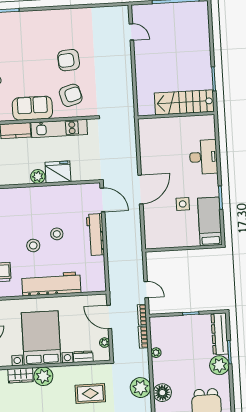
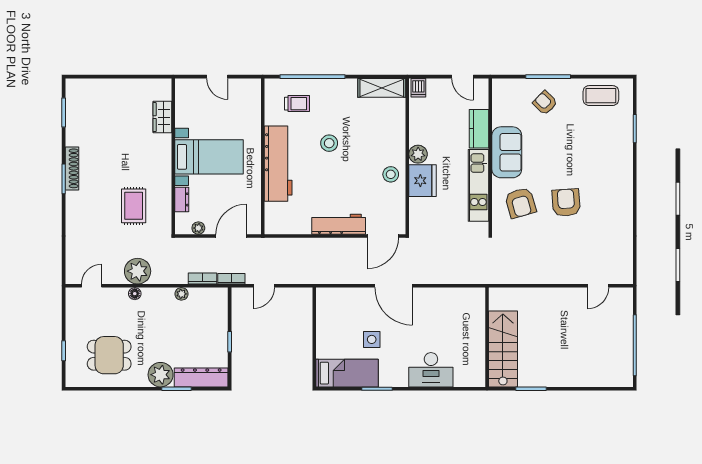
stool: (57, 234) -> (391, 174), moved
bed with nightstands: (41, 338) -> (209, 157), width x0.73
plant: (43, 376) -> (159, 146), removed
floor lamp: (162, 393) -> (135, 294), width x0.53, depth x0.53

